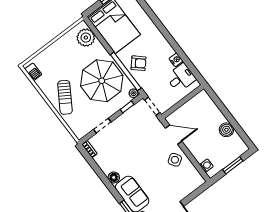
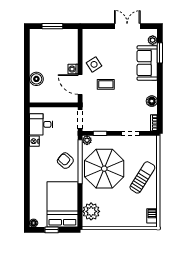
boiler: (226, 130) -> (36, 79), moved
coffee table: (153, 151) -> (106, 84), added
washing machine: (206, 166) -> (73, 69), moved
floor lamp: (114, 177) -> (152, 101), moved

